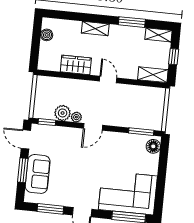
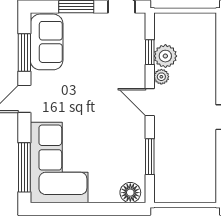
window: (47, 122) -> (150, 52), moved
window: (141, 132) -> (150, 157), moved
sofa: (38, 174) -> (47, 42), moved, turned -90

